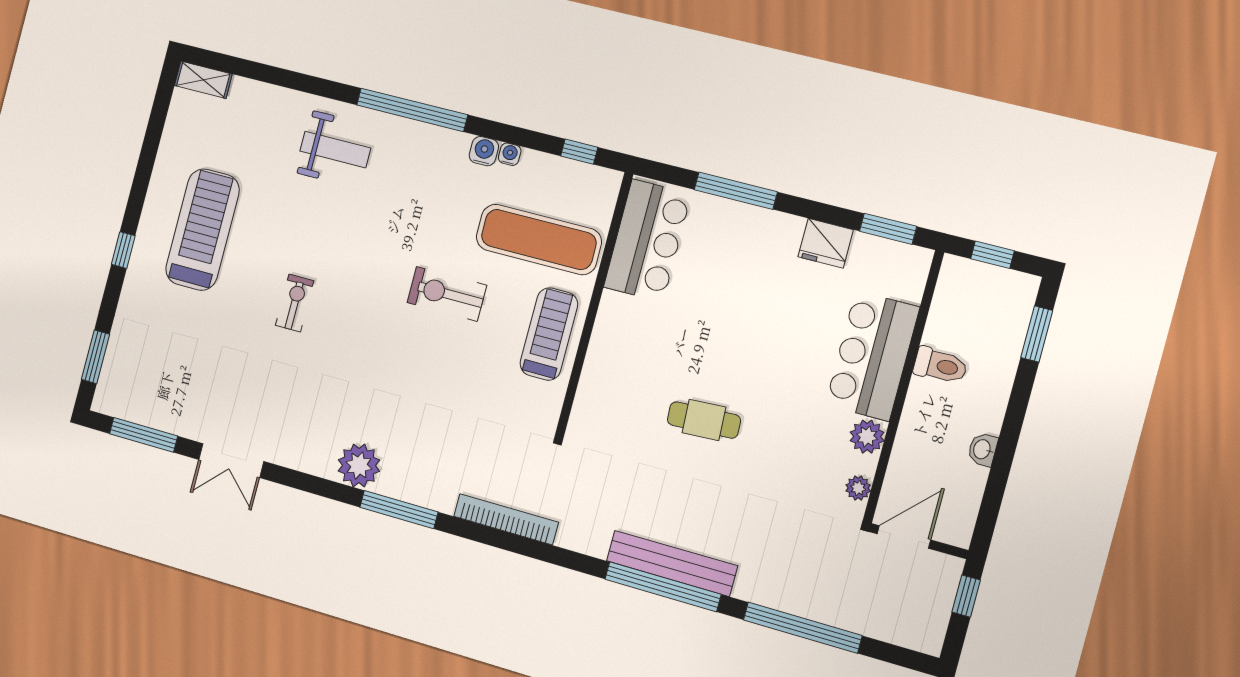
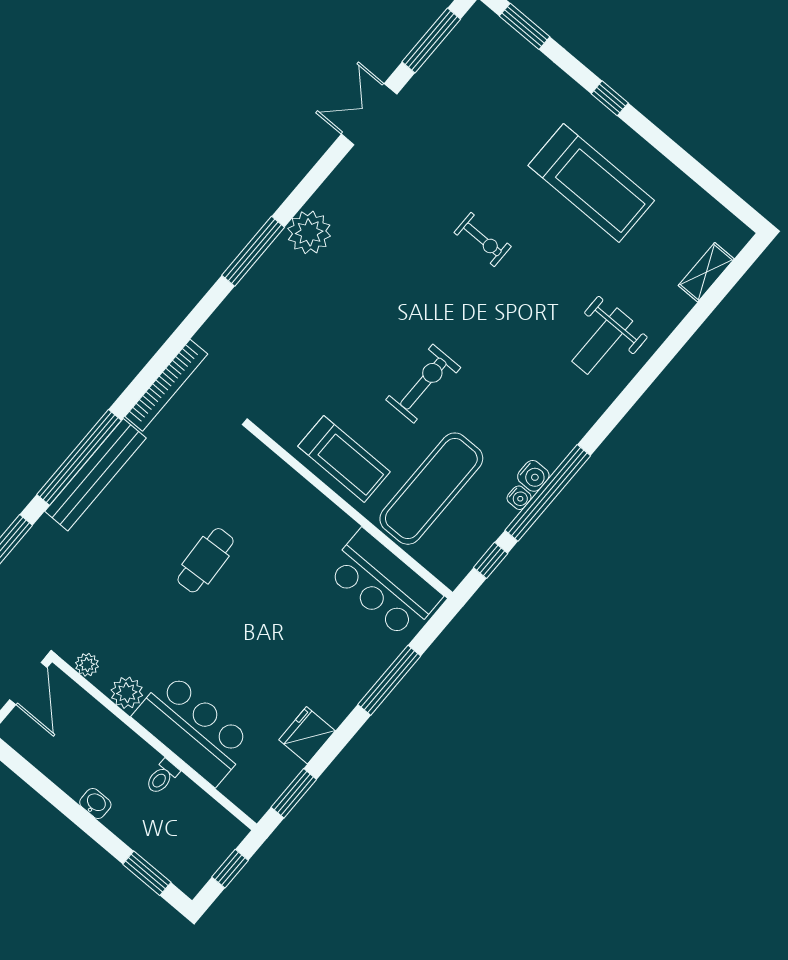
shelving: (203, 80) -> (706, 272), moved
window: (412, 110) -> (548, 493), moved
toilet: (940, 366) -> (162, 777), width x0.73, depth x0.72
washbasin: (983, 449) -> (95, 803), moved
bookcase: (506, 519) -> (166, 385), moved

